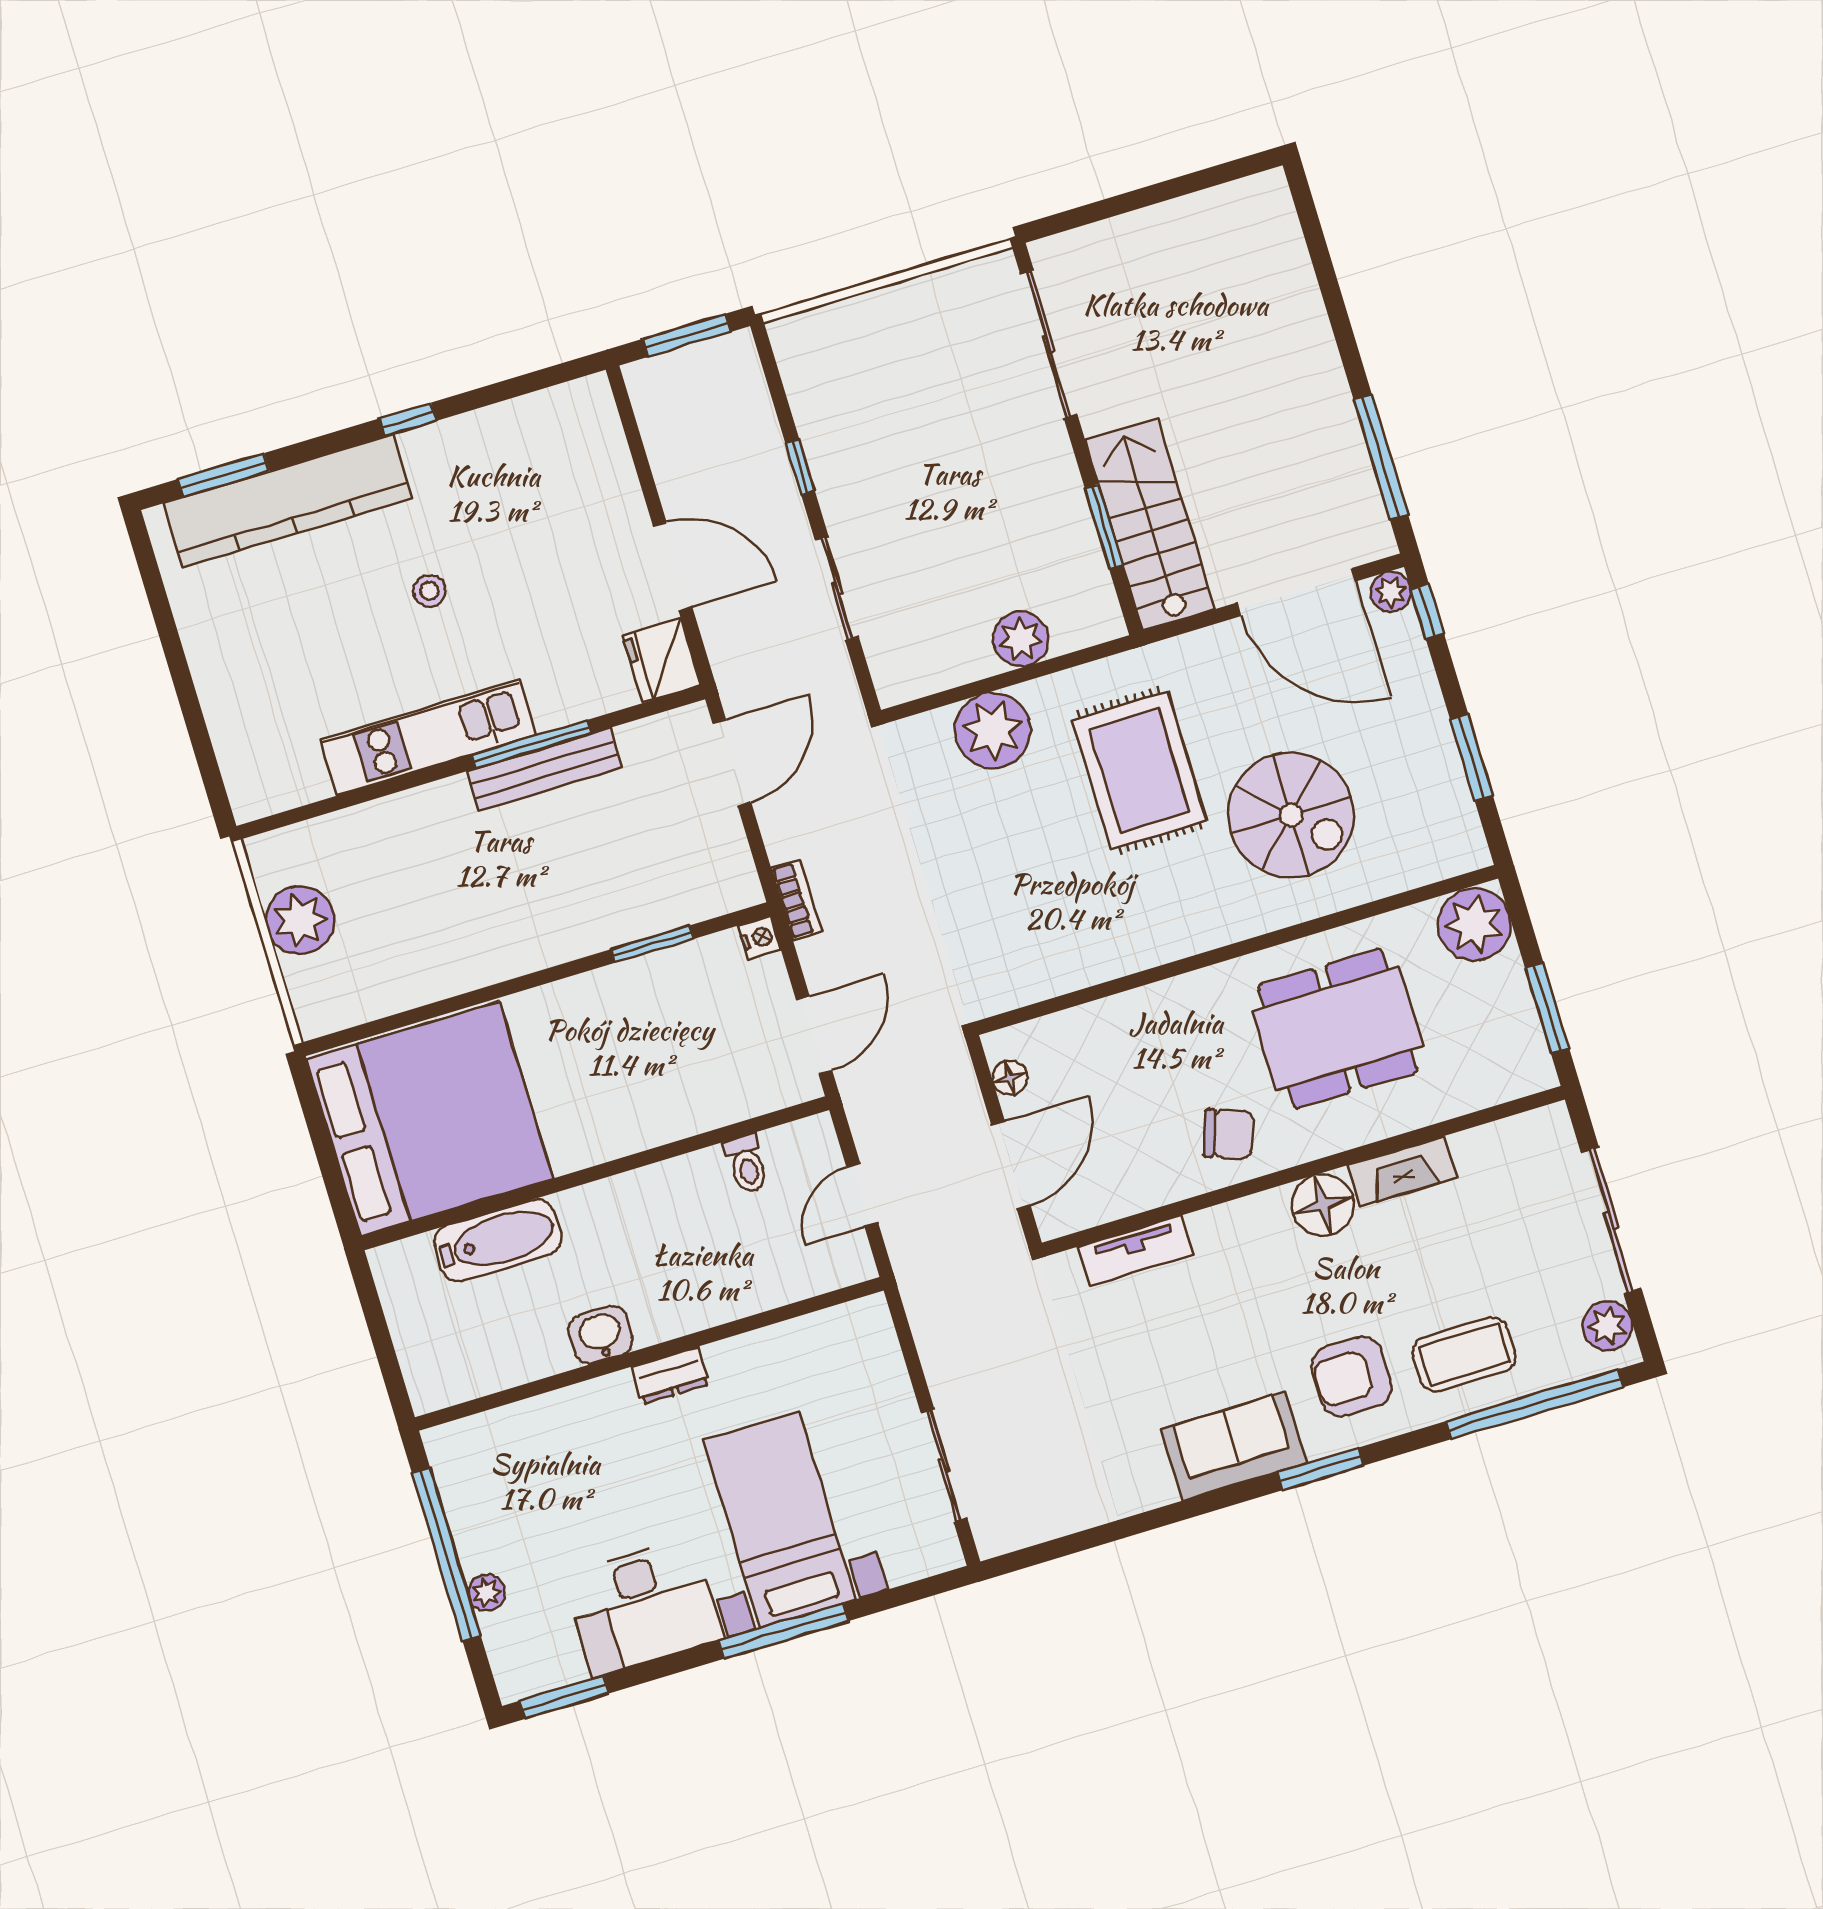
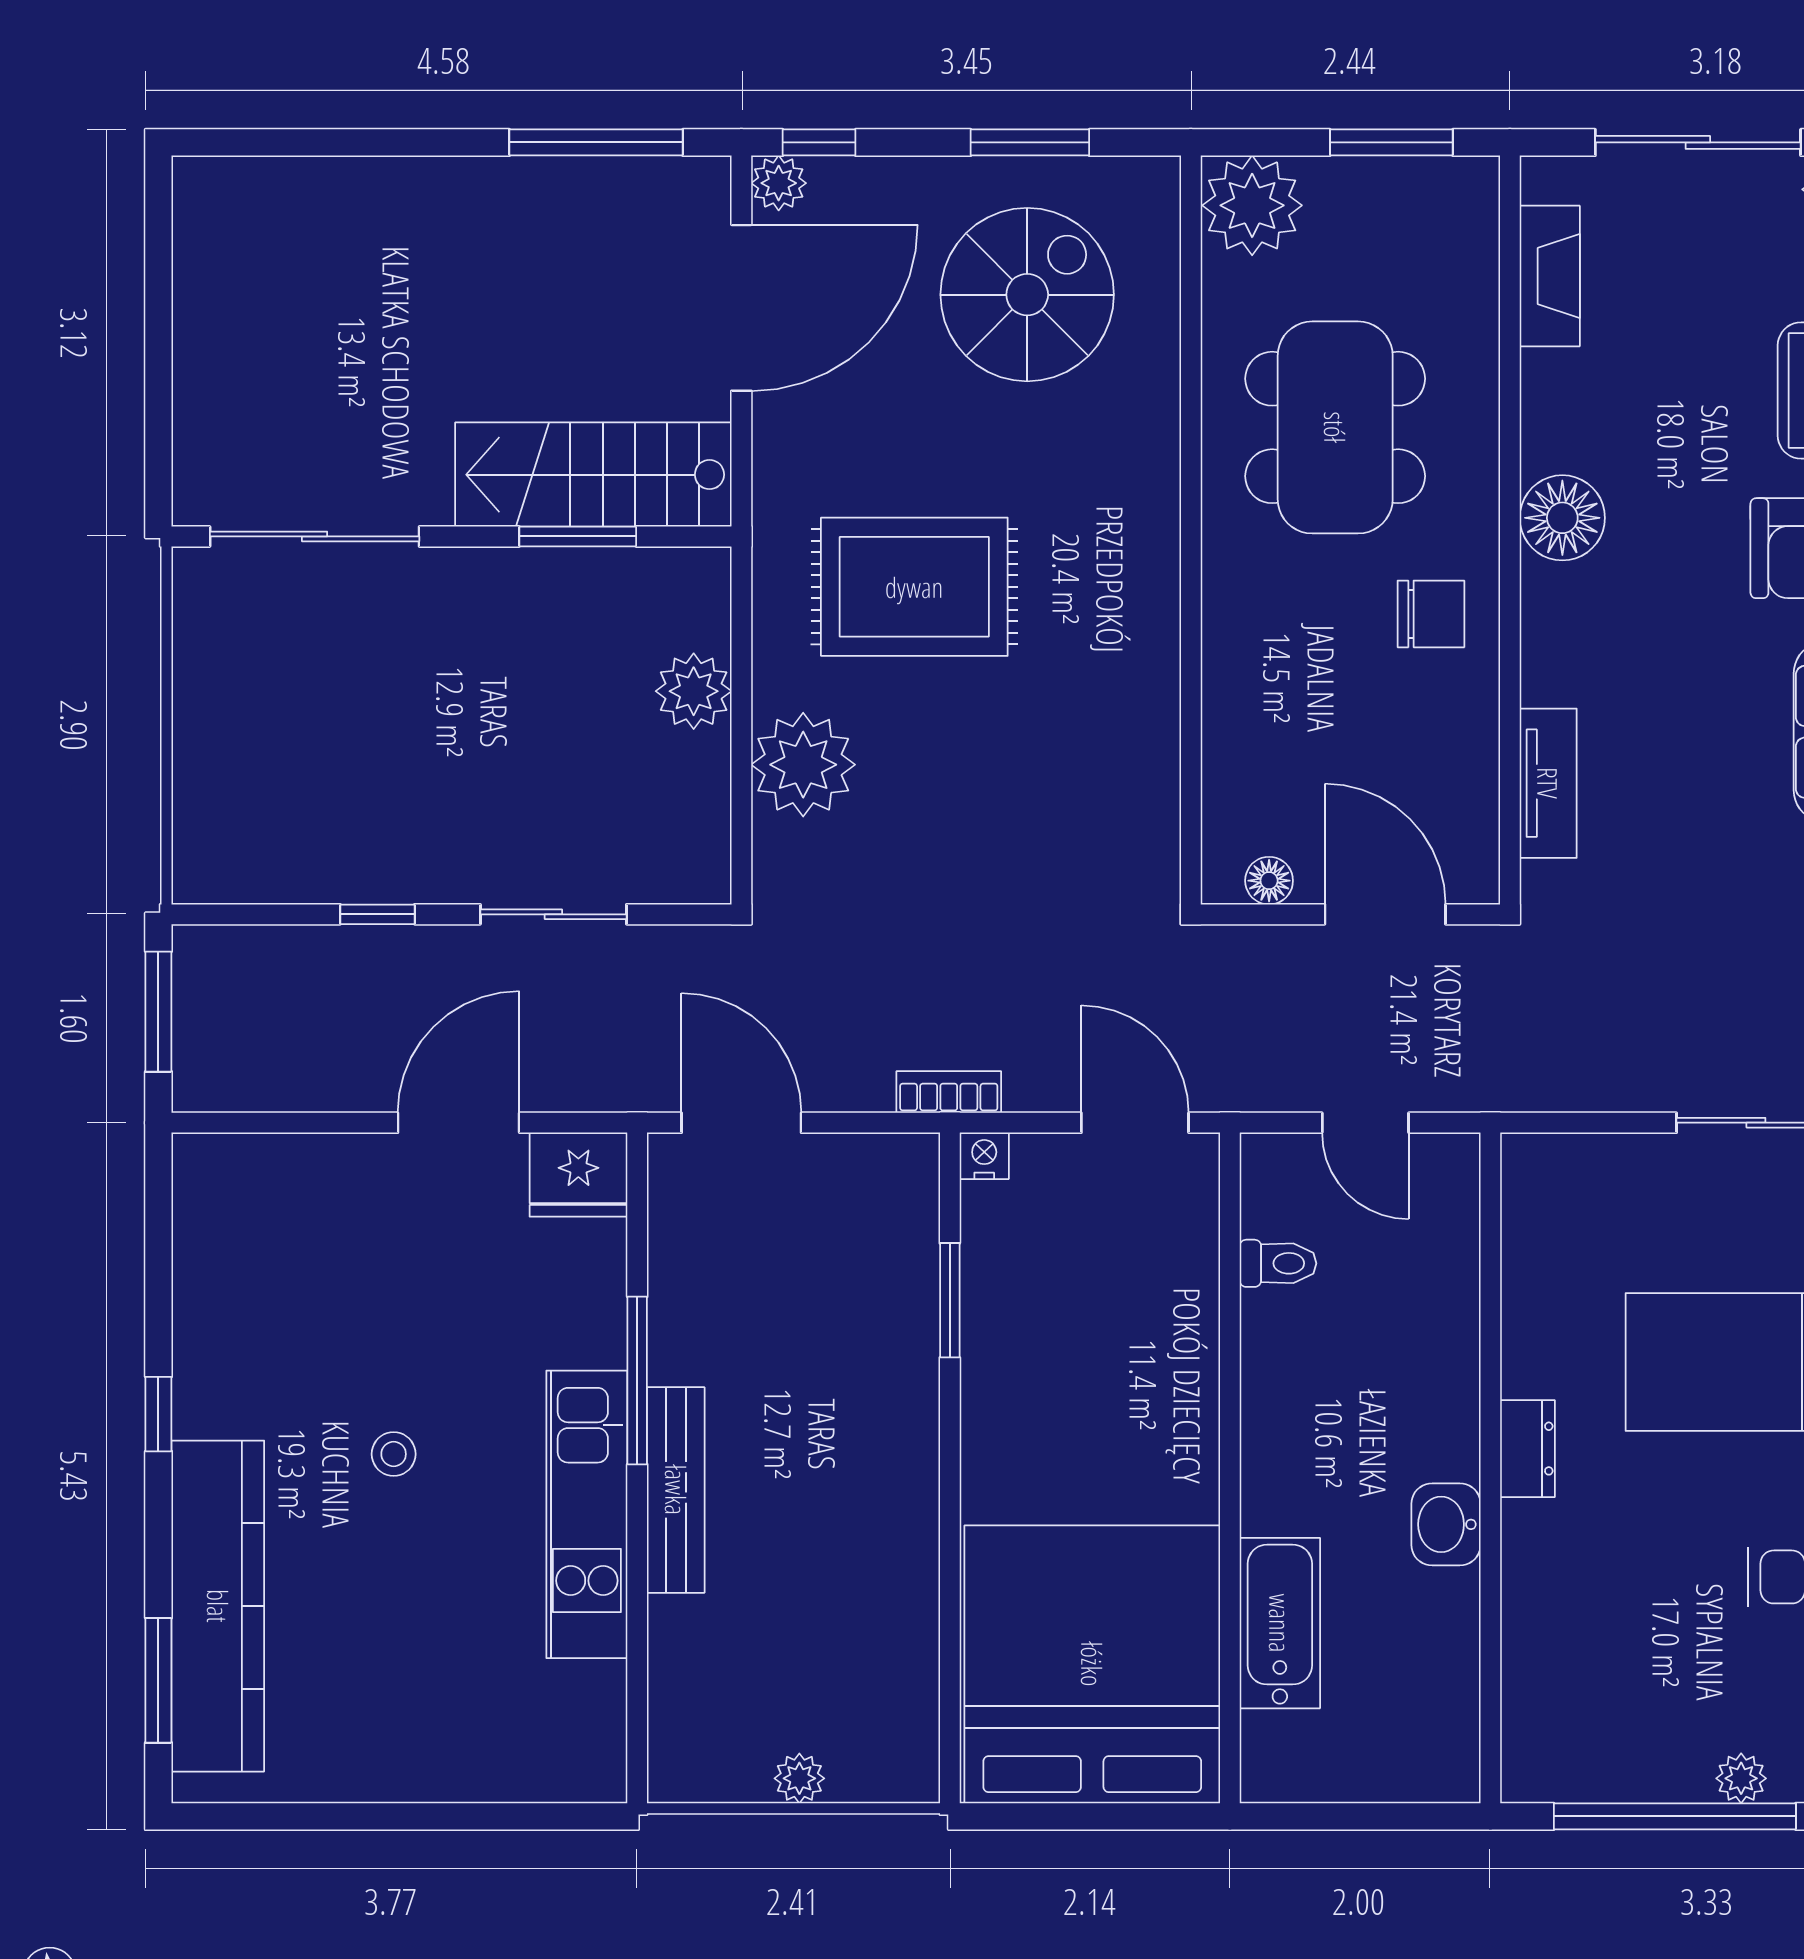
bench: (544, 769) -> (676, 1490), moved
spiral stairs: (1291, 815) -> (1027, 295), moved
plant: (300, 920) -> (799, 1778), width x0.53, depth x0.53
chair: (1229, 1134) -> (1431, 614), turned 70
fireplace: (1402, 1171) -> (1550, 276), moved

